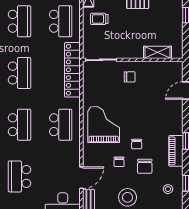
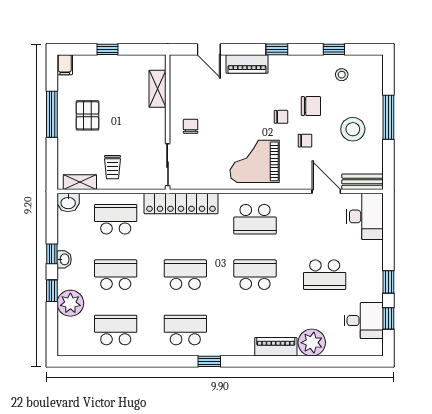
school desk: (61, 125) -> (255, 219), turned 180
piano: (176, 151) -> (247, 64), moved

